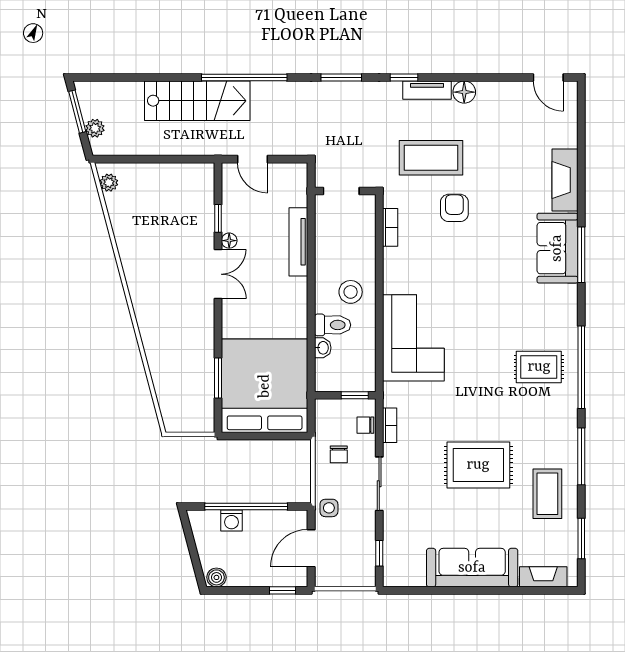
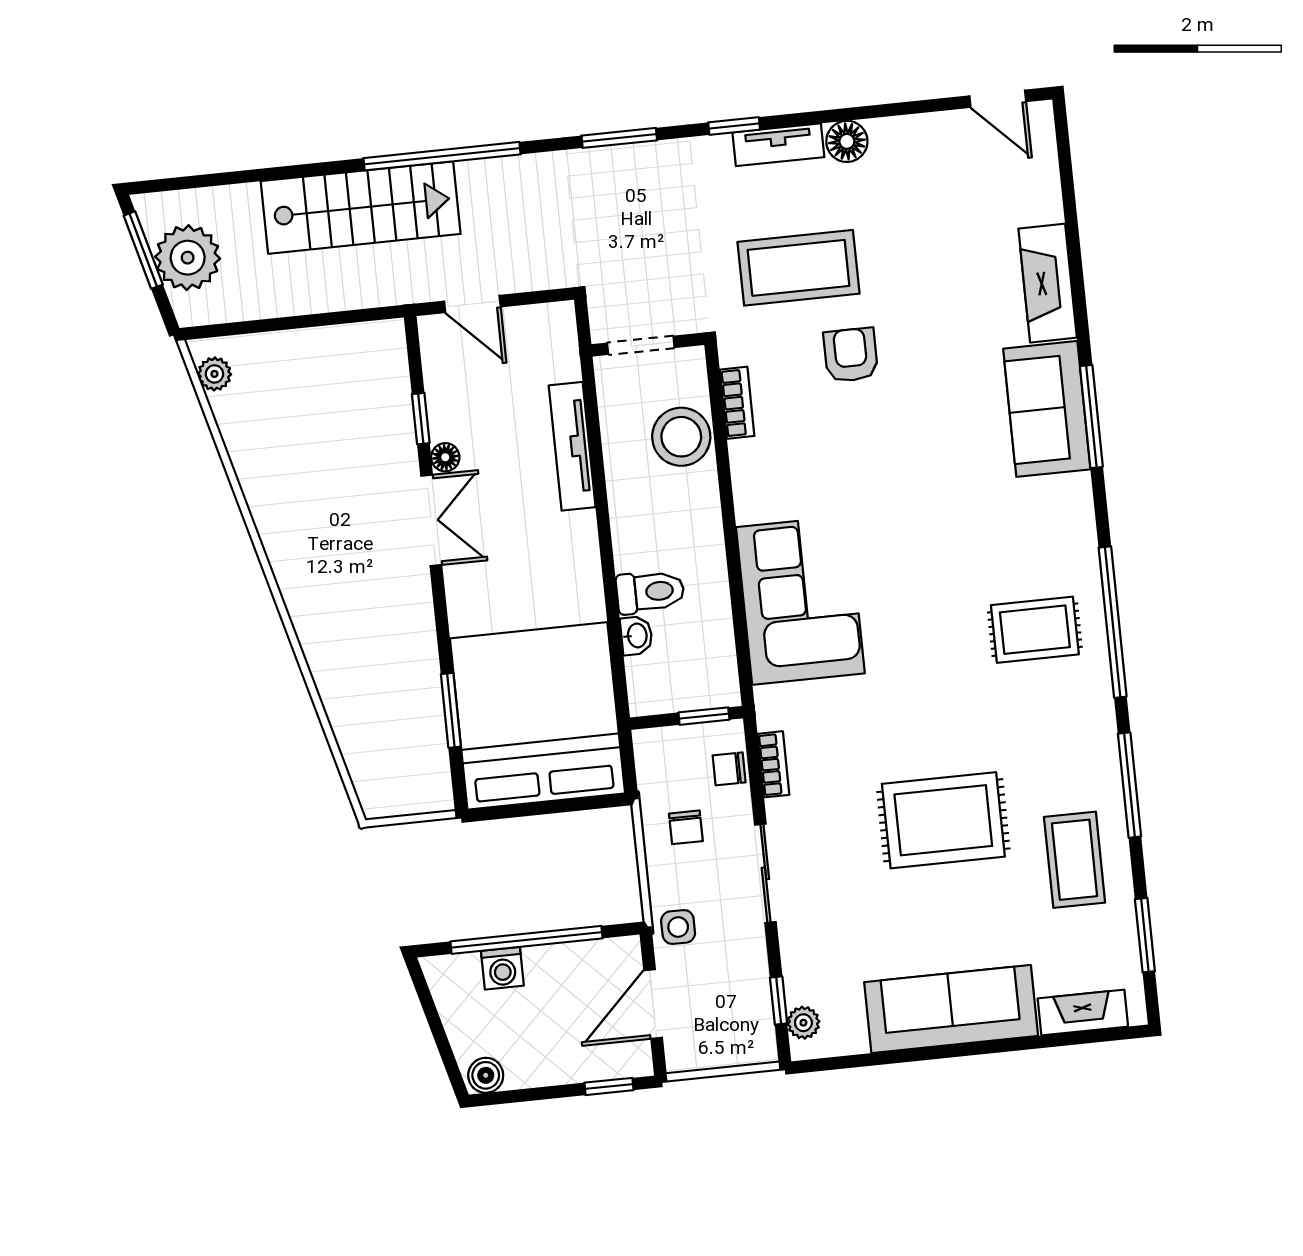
plant: (95, 128) -> (188, 258), width x1.87, depth x1.87
stool: (351, 292) -> (681, 437), moved, width x1.38, depth x1.38
plant: (391, 567) -> (803, 1023), added

